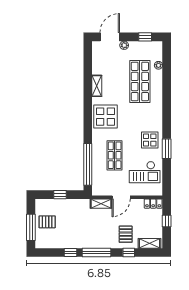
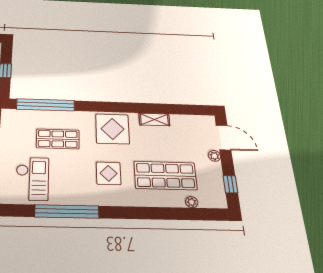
display table: (150, 140) -> (109, 173), moved
window: (167, 149) -> (67, 211), width x2.11
checkout: (145, 172) -> (32, 179), turned 180

